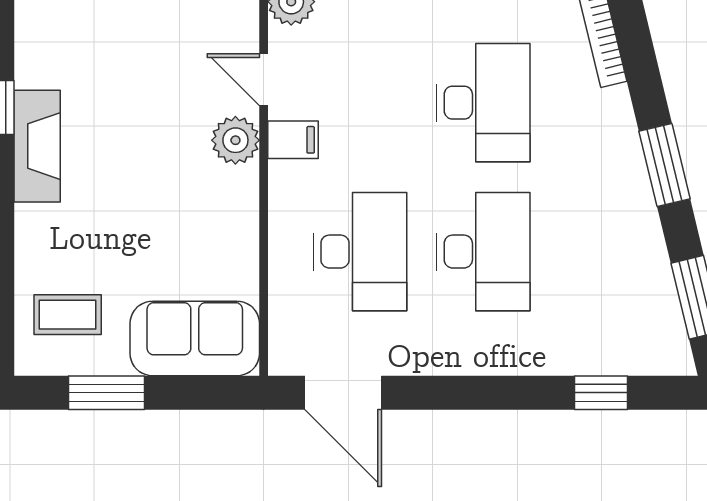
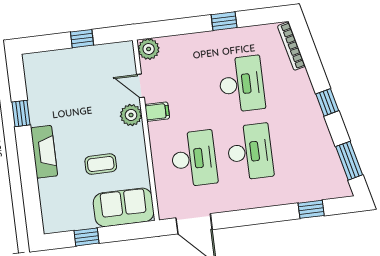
fireplace: (37, 146) -> (44, 152), moved
window: (665, 165) -> (327, 102), width x0.67
coffee table: (68, 315) -> (101, 164), moved
window: (106, 393) -> (86, 237), width x0.67

